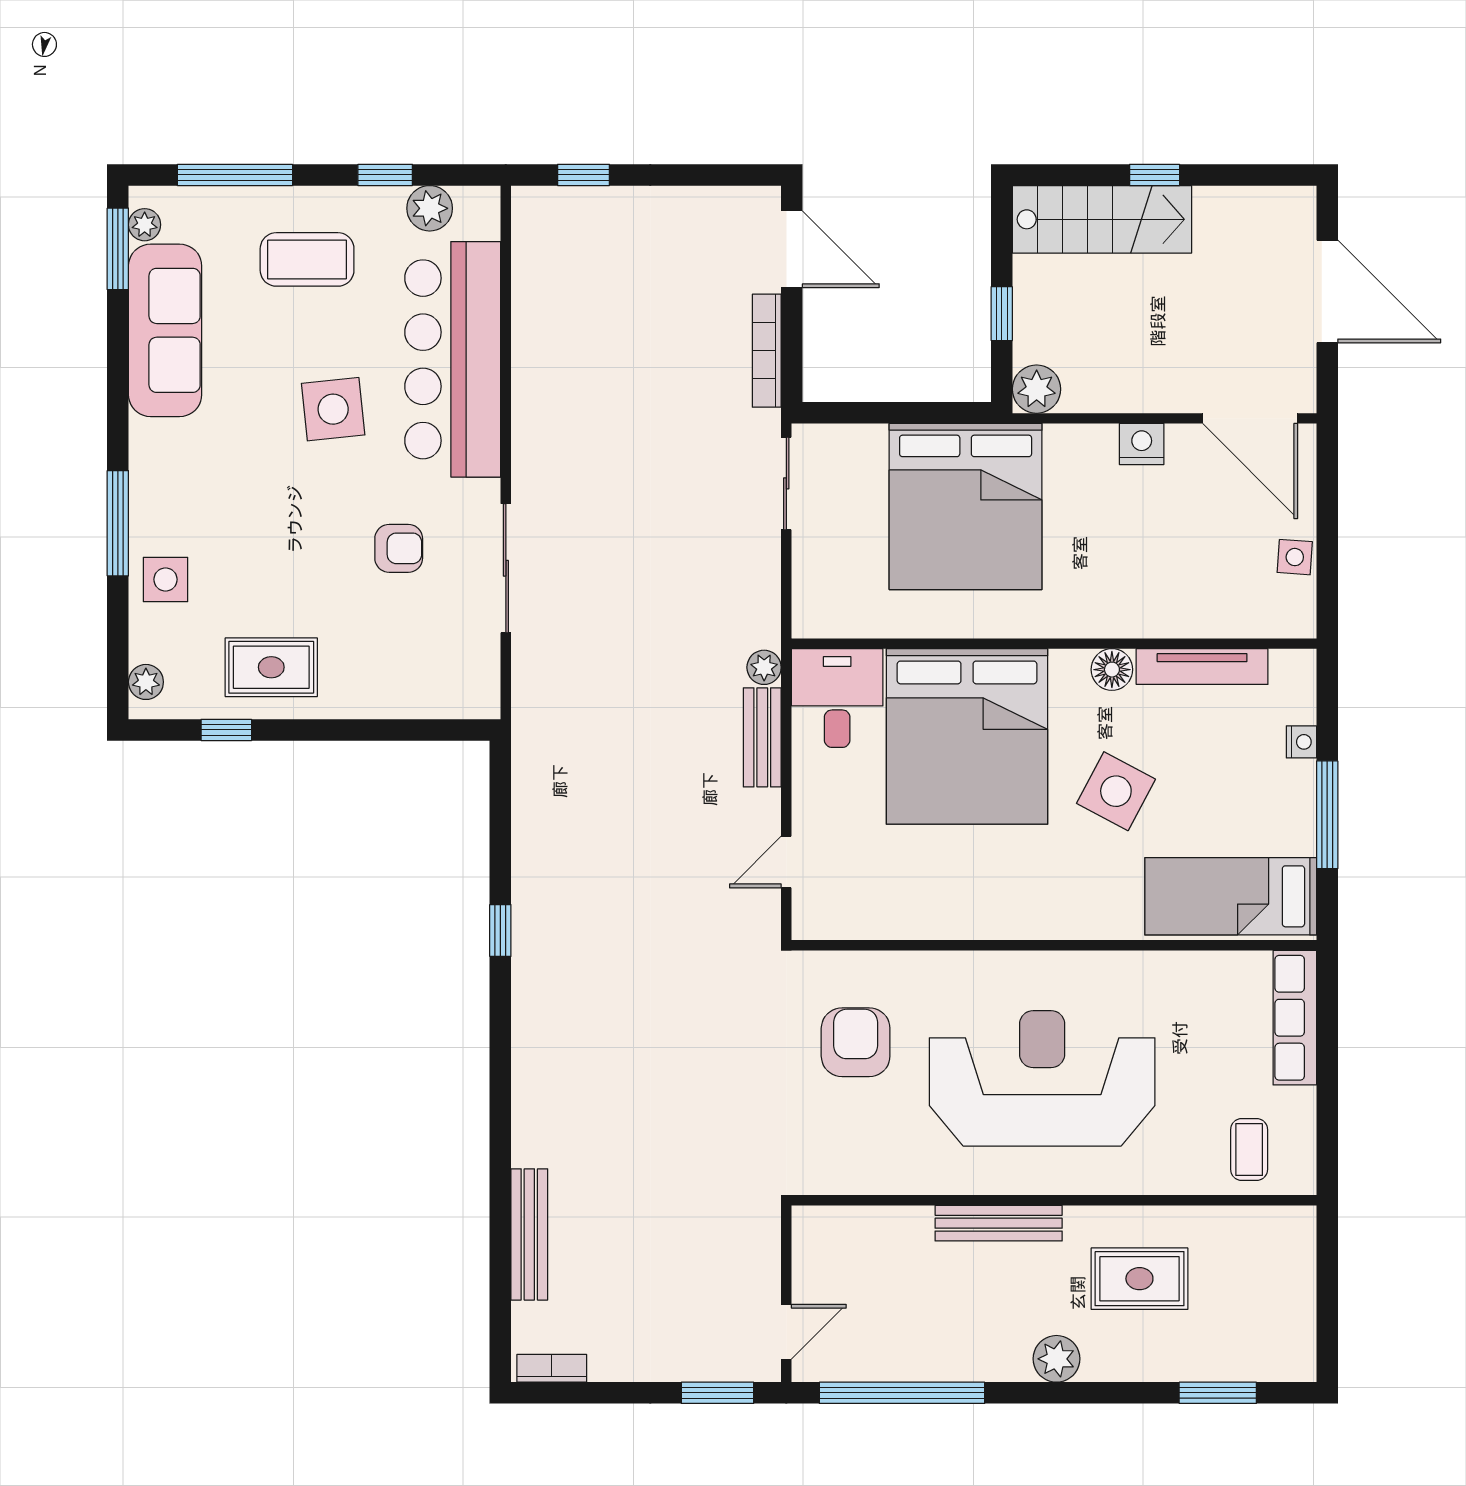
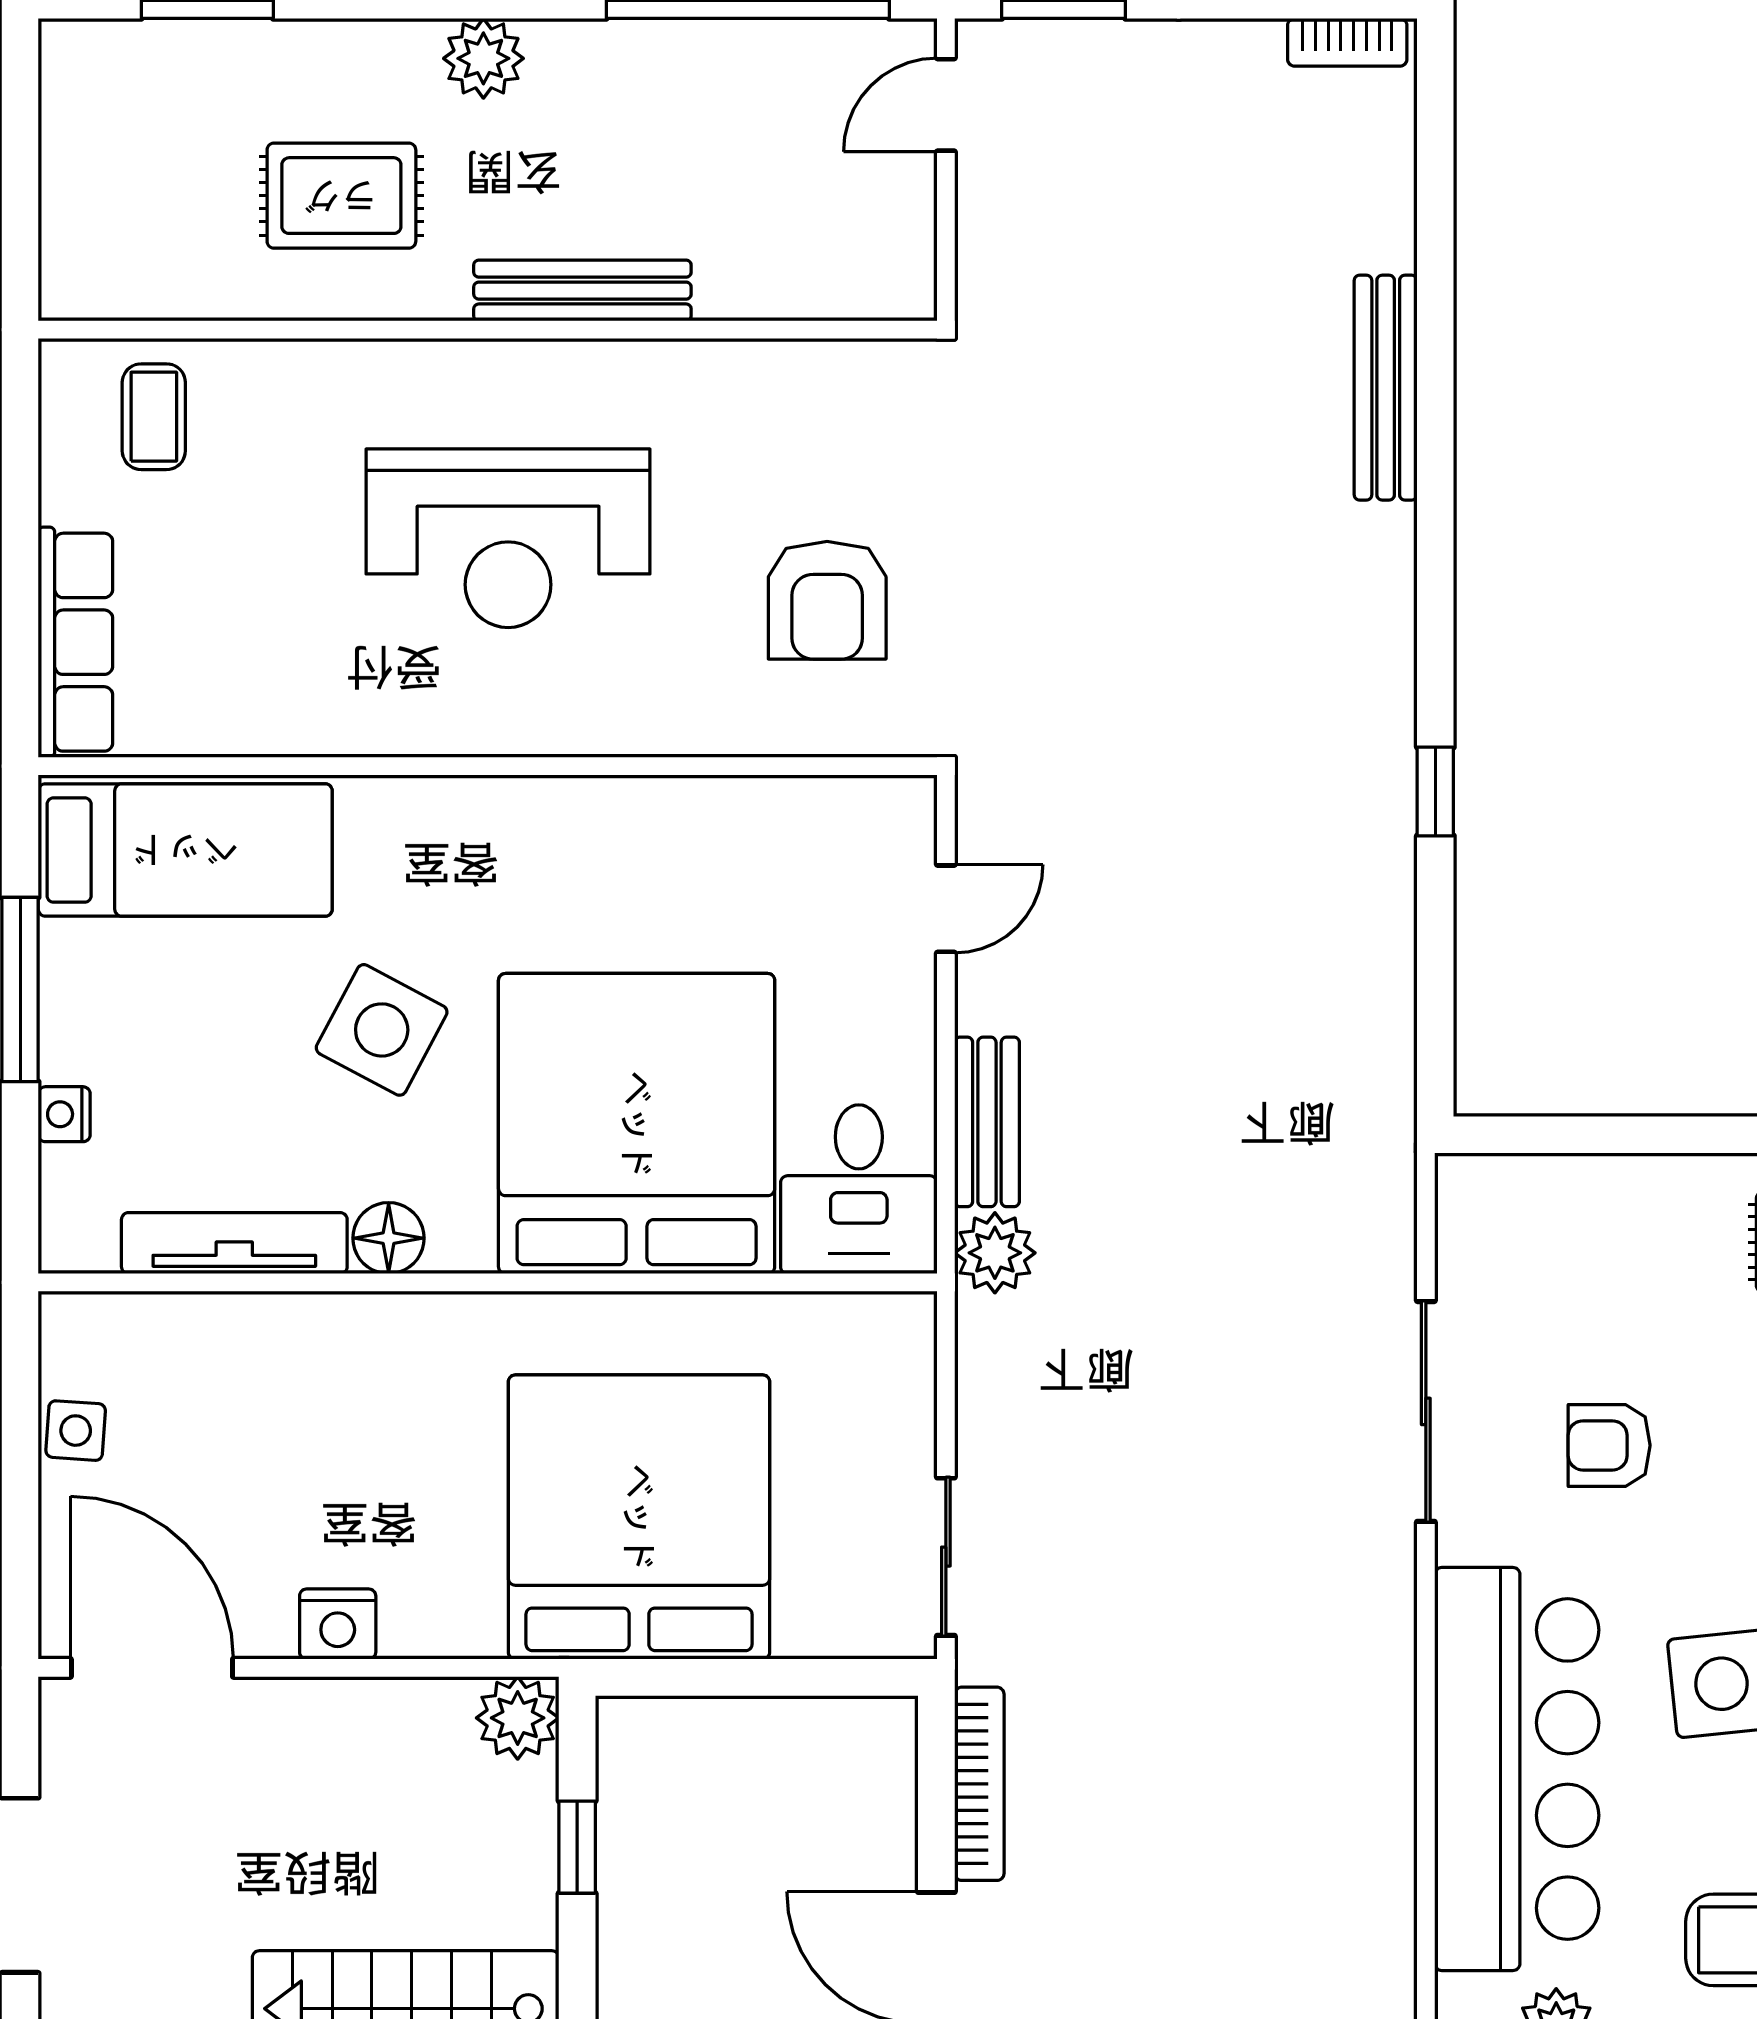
plant: (764, 667) -> (995, 1253), width x1.38, depth x1.38
reception desk: (1042, 1078) -> (508, 538), width x0.74, depth x0.77
bench: (529, 1234) -> (1386, 388), moved

